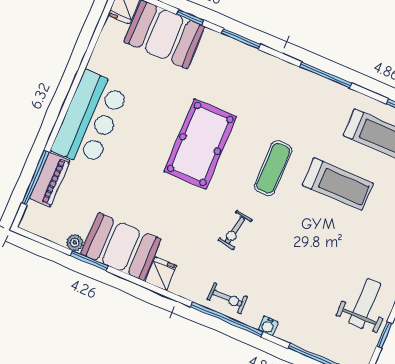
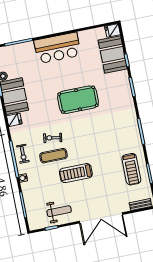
exercise mat: (273, 168) -> (53, 156), moved
piano: (50, 180) -> (22, 48), removed
treadmill: (338, 184) -> (76, 173), moved, turned 90

